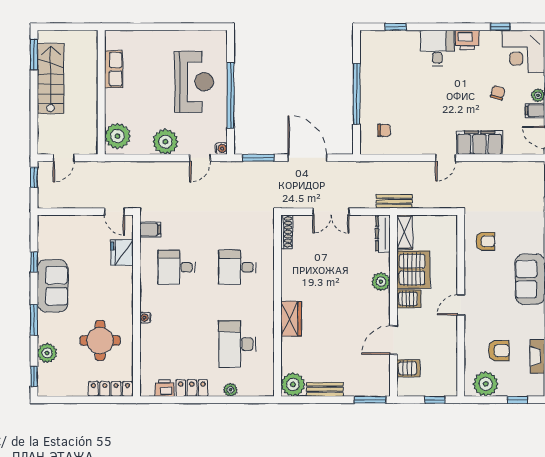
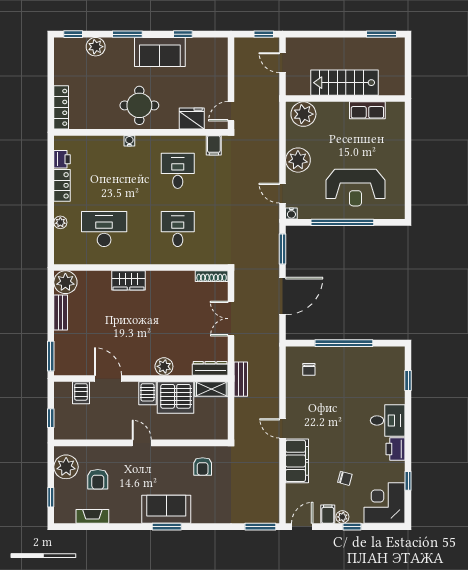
stairs: (51, 79) -> (344, 83), moved, turned 180
round table: (100, 340) -> (139, 105), moved

